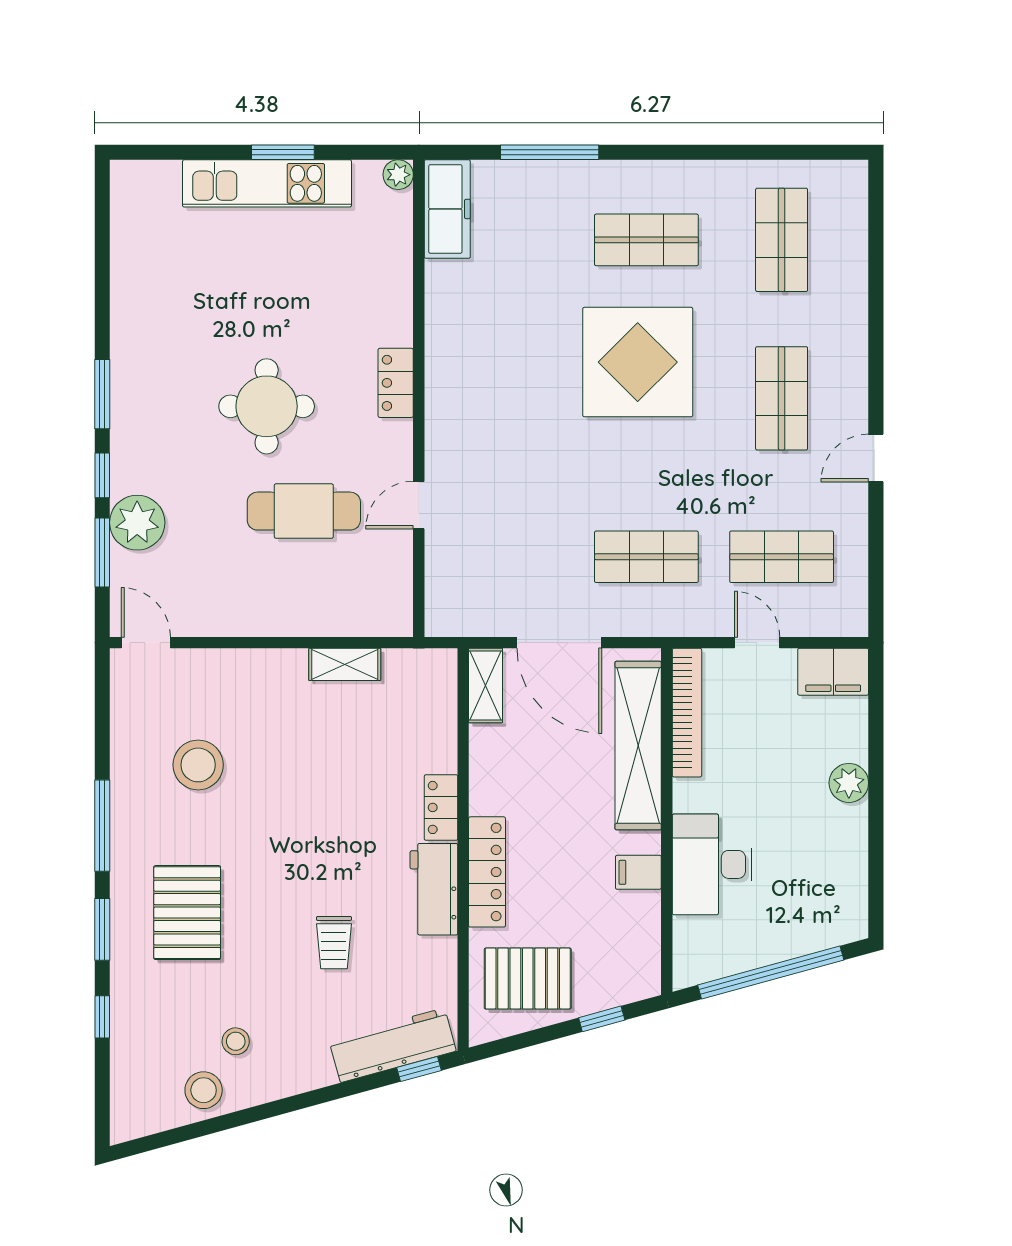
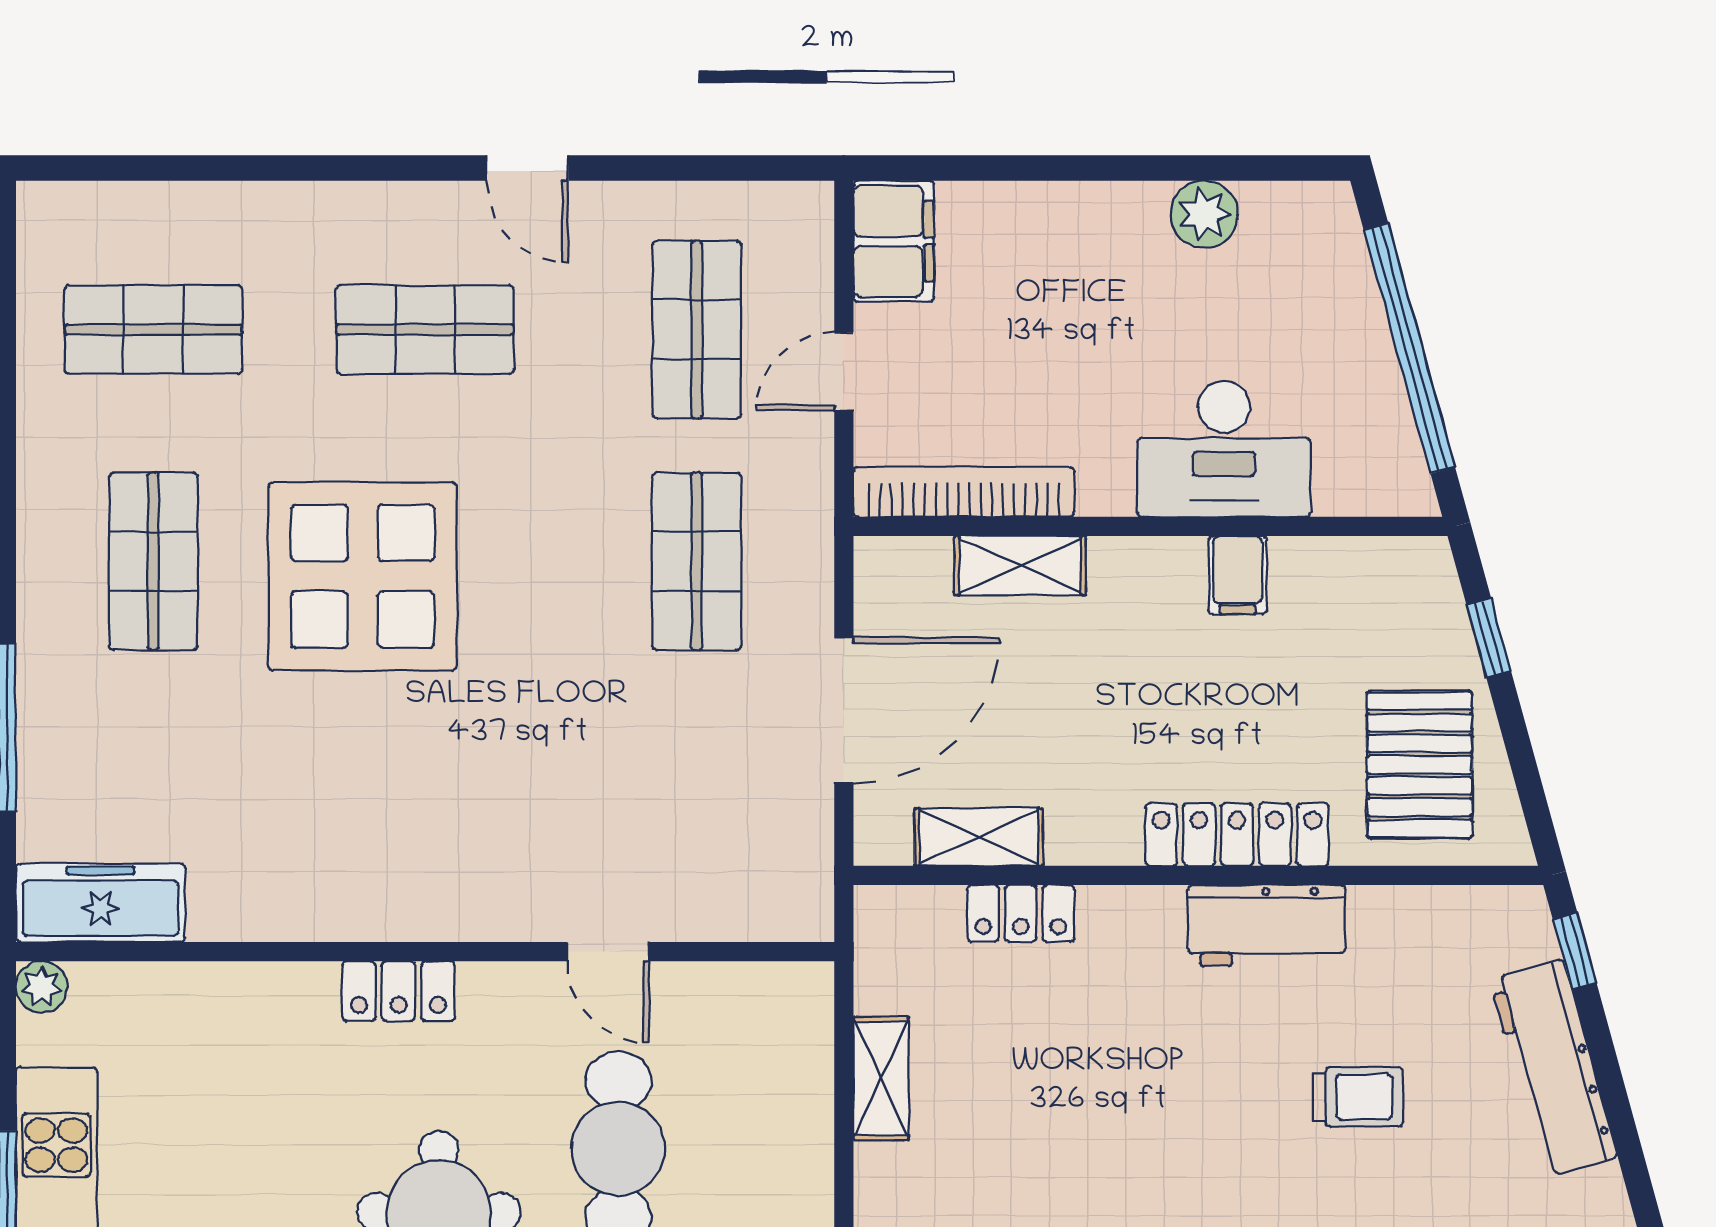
shelving: (486, 686) -> (979, 837), moved
shelving: (638, 746) -> (1020, 566), width x0.45, depth x0.75
plant: (849, 783) -> (1204, 214), moved
locker: (441, 807) -> (1021, 913), moved
workbench: (392, 1045) -> (1553, 1068), moved

